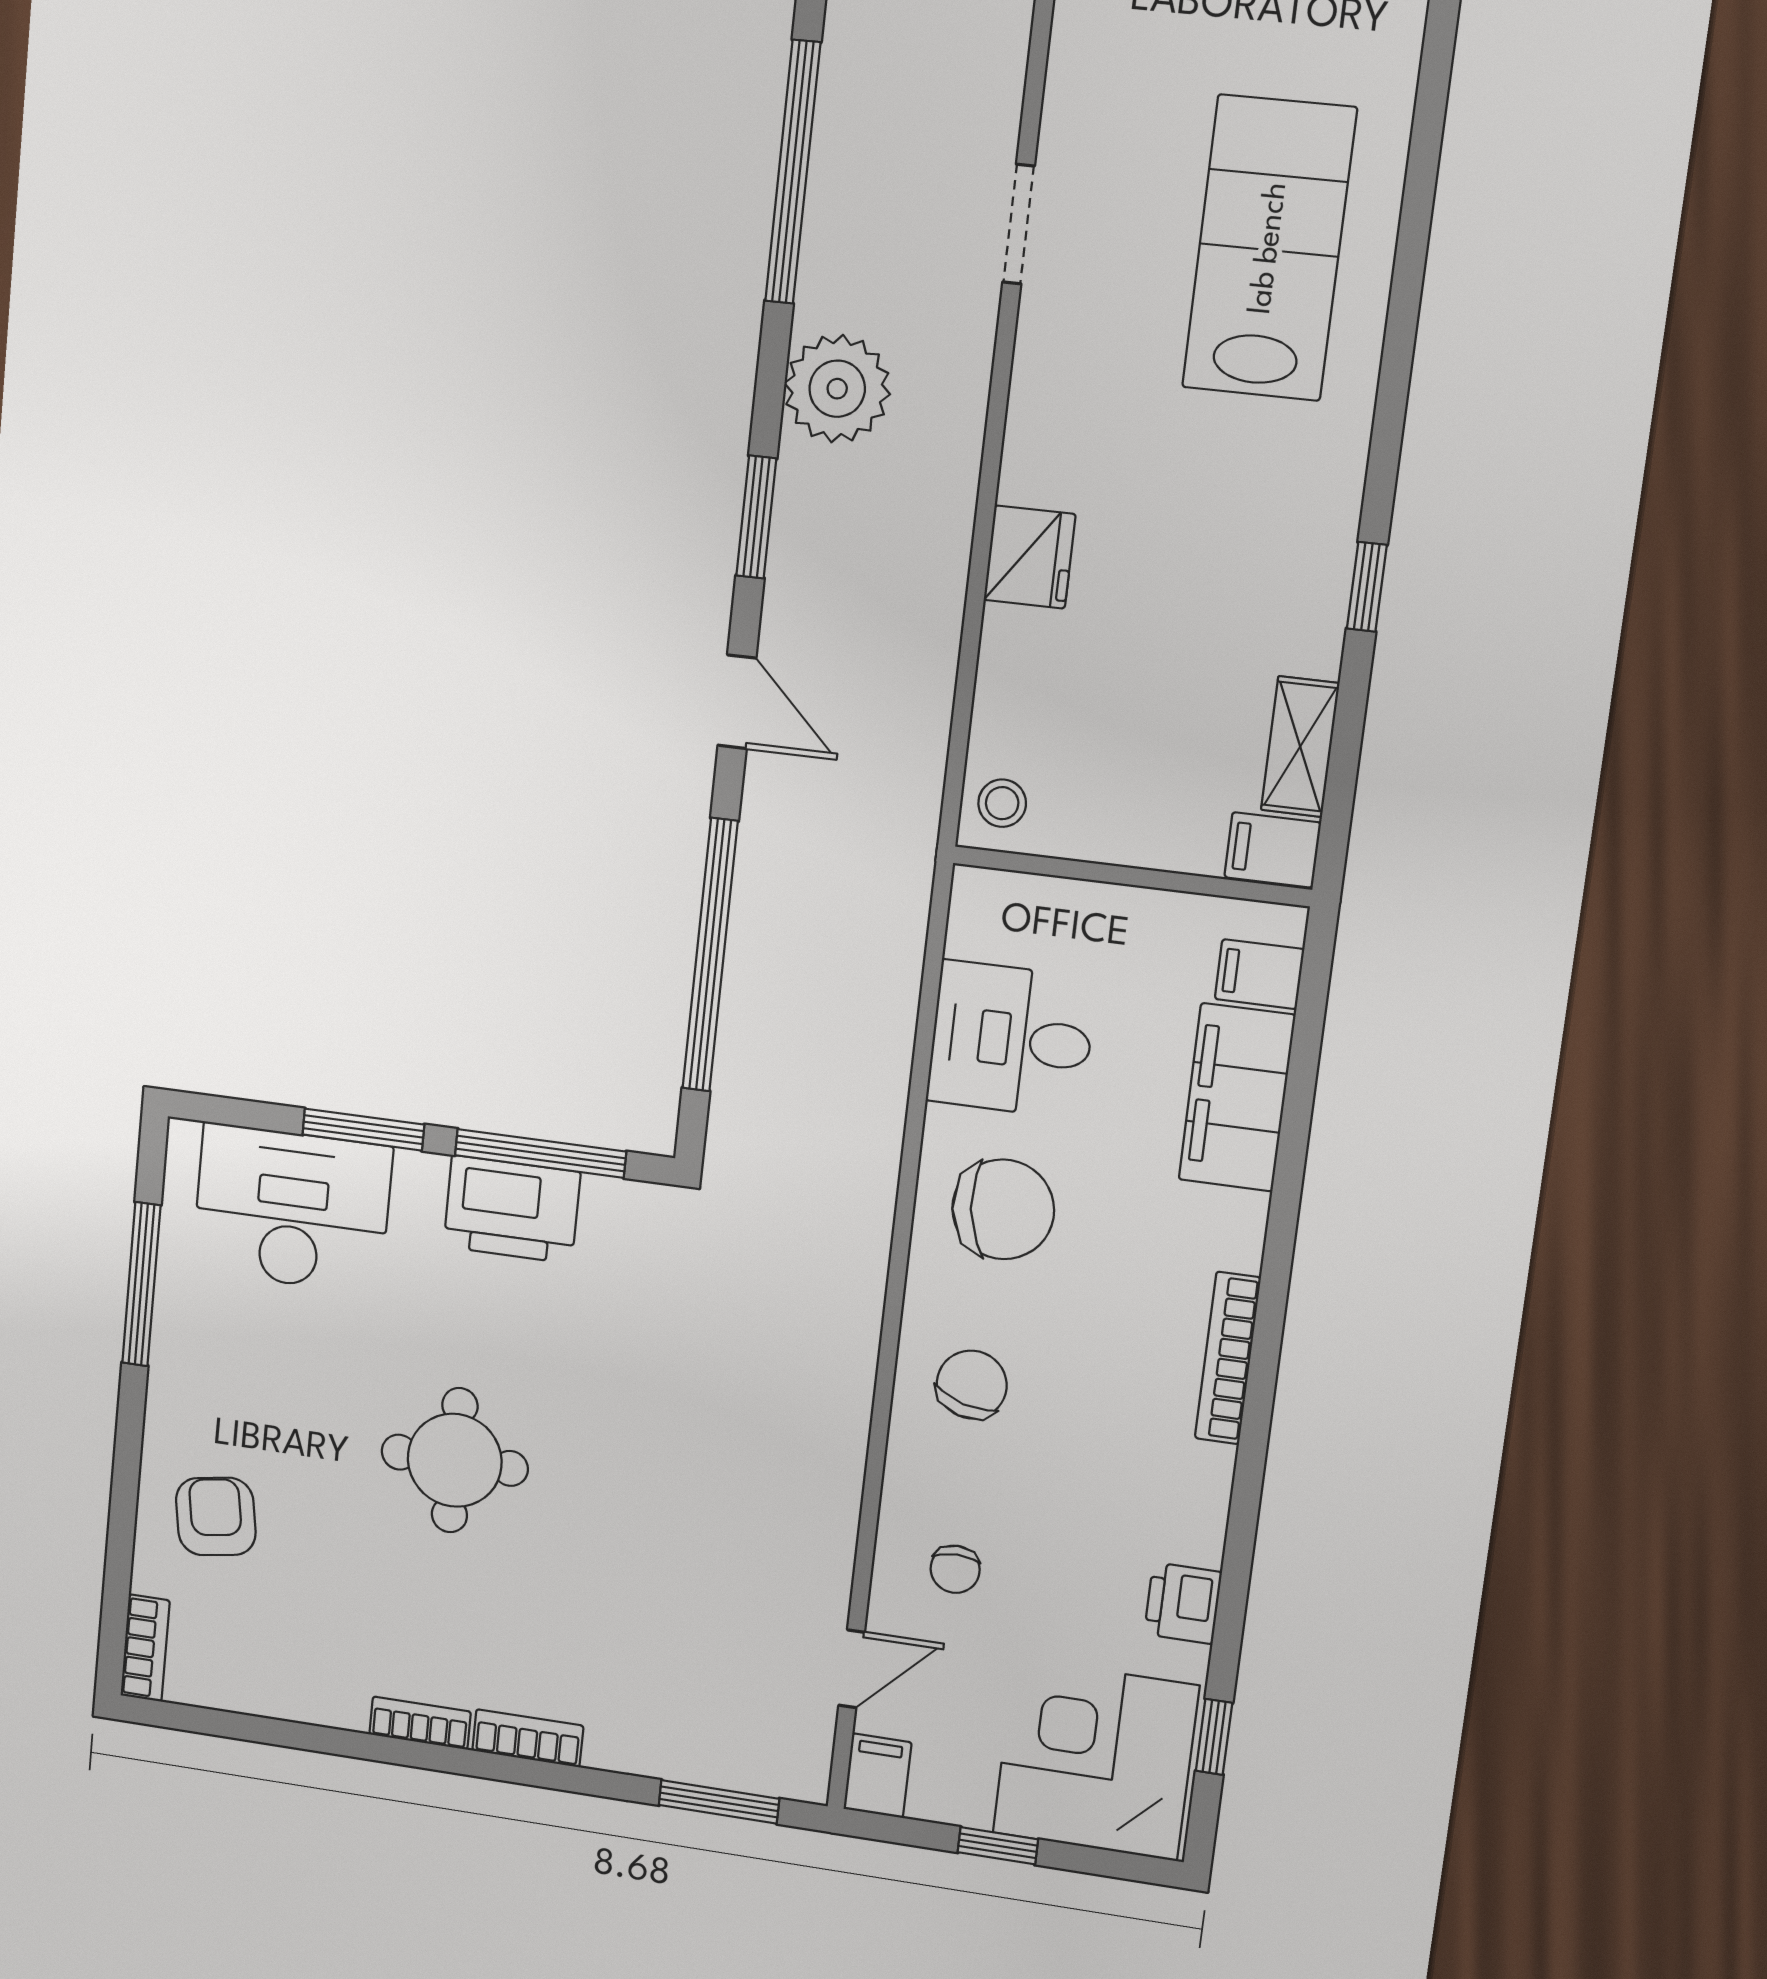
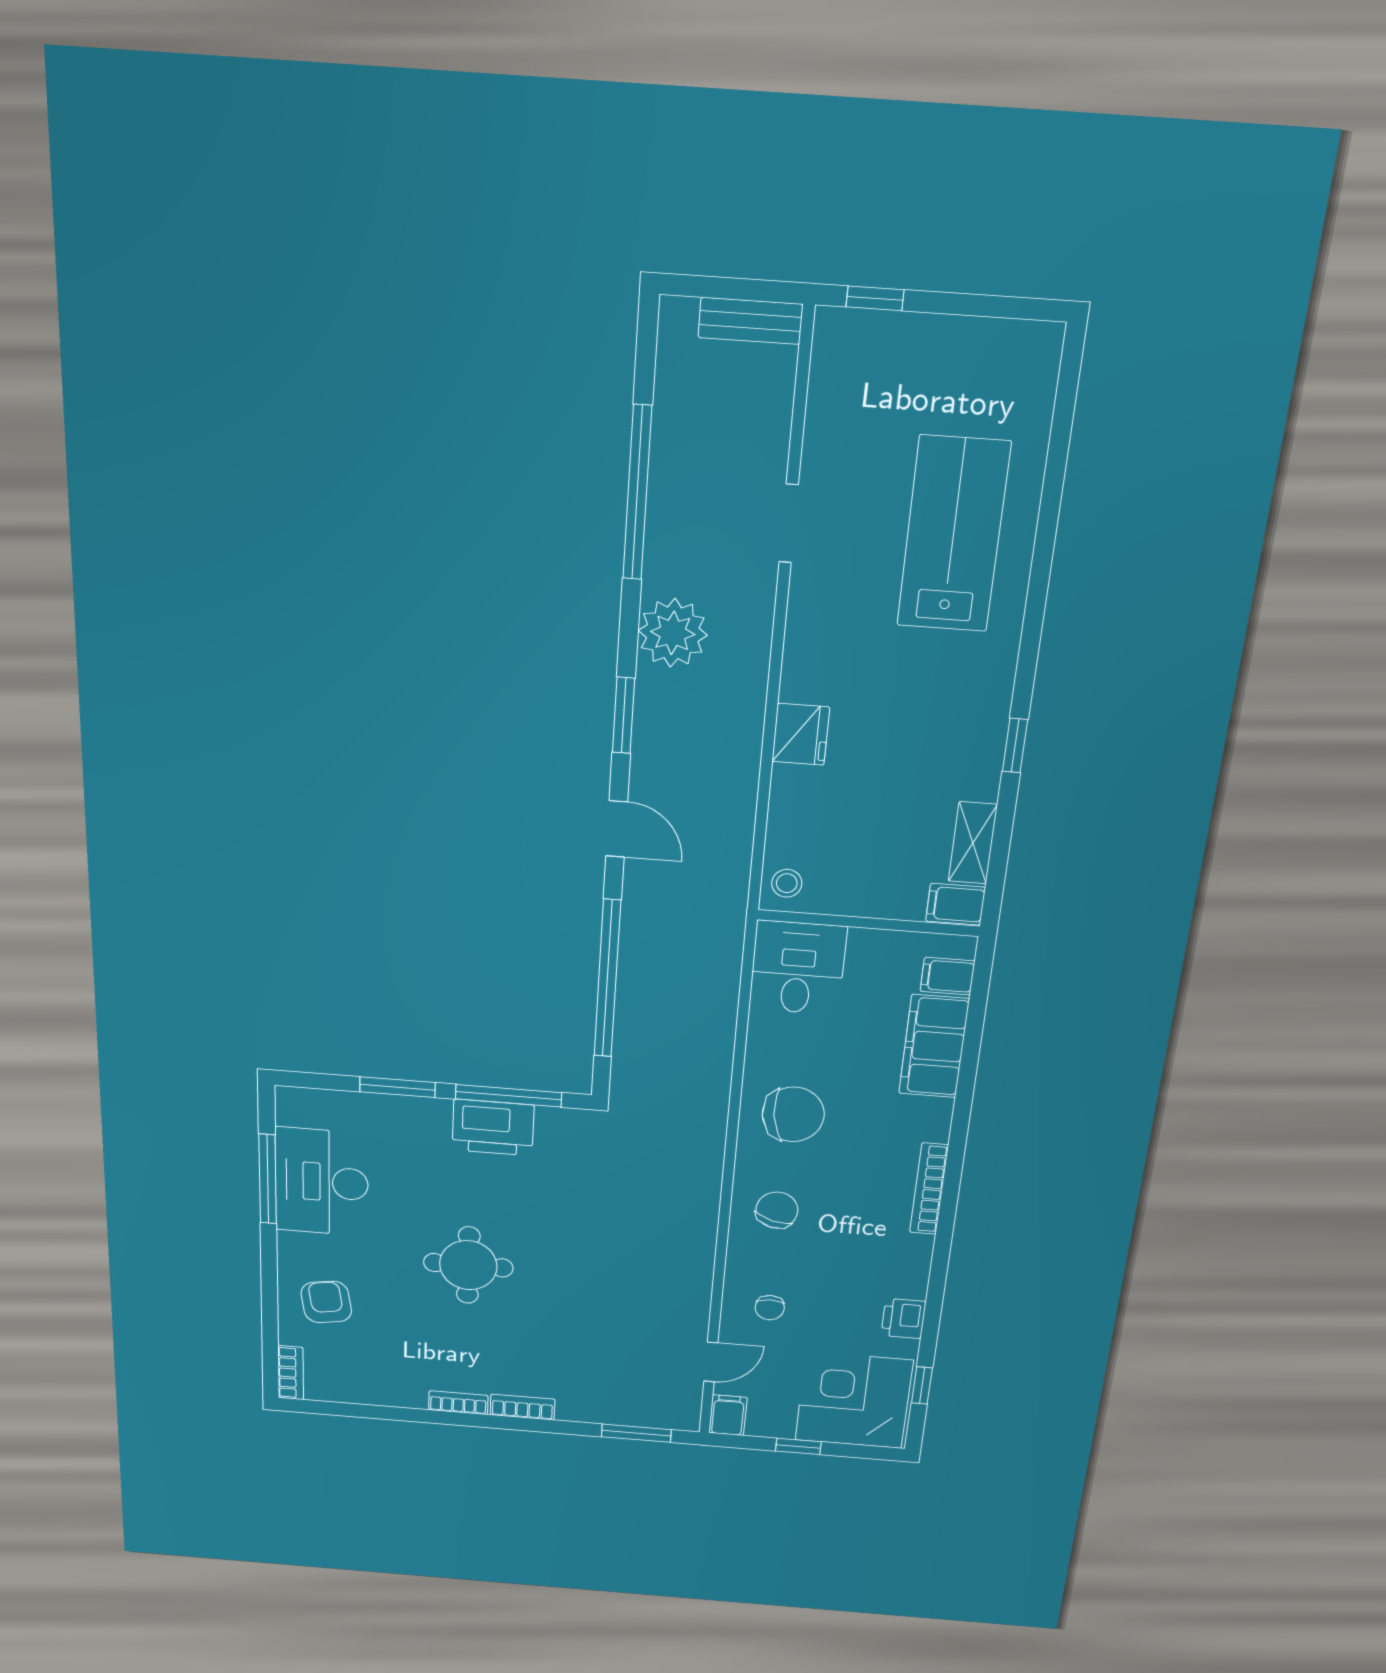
desk: (1011, 1040) -> (798, 968), moved, turned 90
desk: (292, 1209) -> (322, 1182), moved, turned -90

